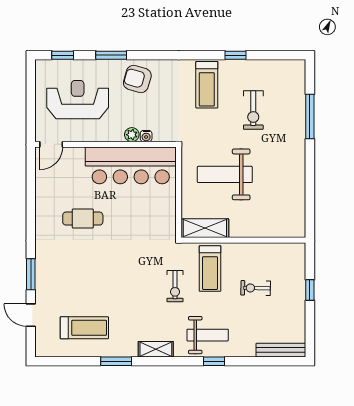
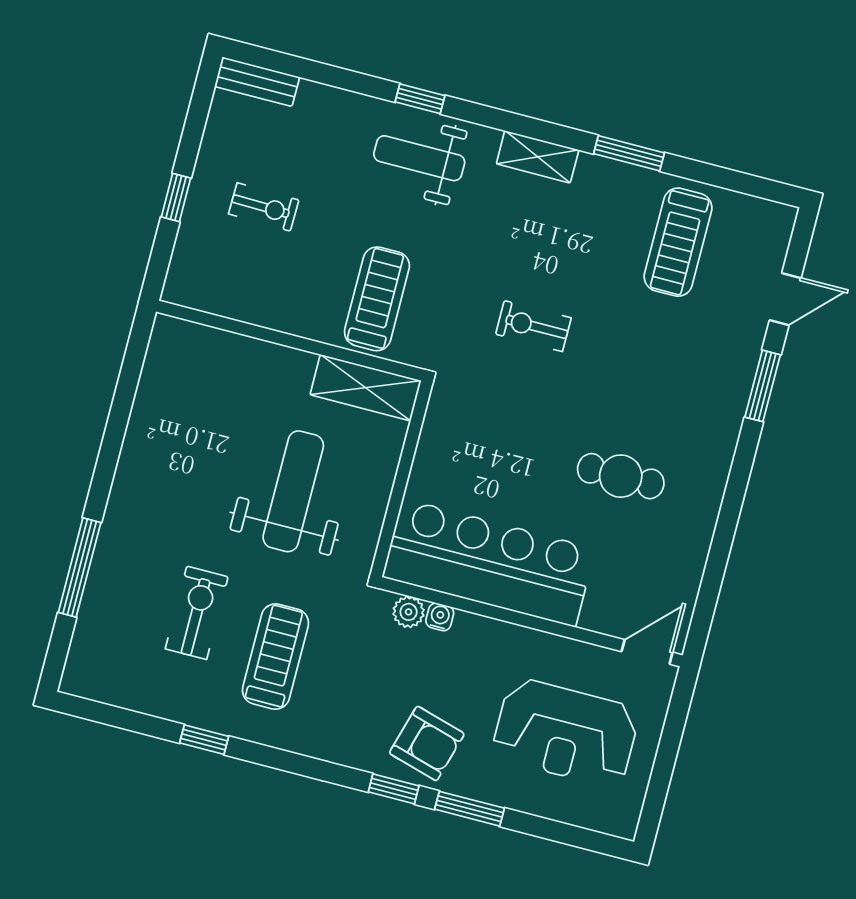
window: (63, 55) -> (394, 789), moved
treadmill: (207, 85) -> (275, 657), moved
plant: (132, 135) -> (409, 612), moved
weight bench: (225, 174) -> (293, 491), turned -90
exercise bike: (175, 286) -> (533, 326), moved, turned -90
exercise bike: (256, 288) -> (264, 207), moved
door: (31, 315) -> (785, 299), hinge flipped
treadmill: (84, 328) -> (678, 242), turned -90
bench: (281, 350) -> (257, 82), width x0.73

